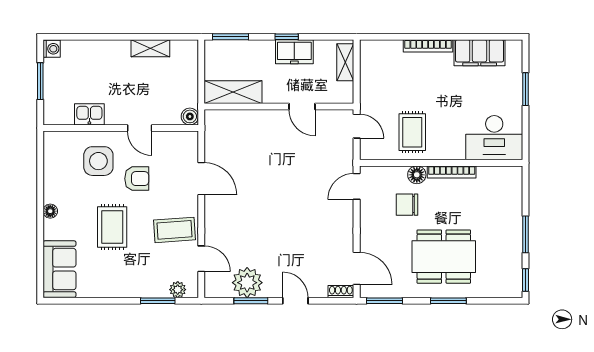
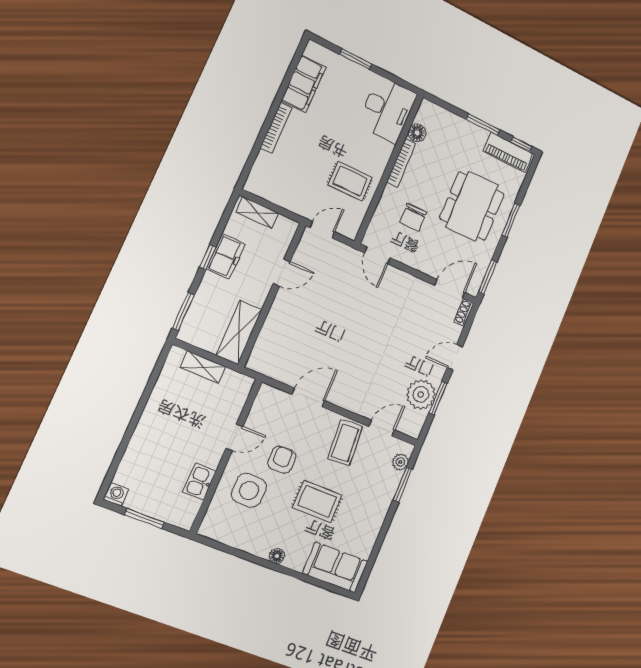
shelving: (150, 48) -> (203, 367), moved, turned 90
boiler: (190, 116) -> (244, 384), removed
floor lamp: (417, 175) -> (417, 133), moved
piano: (511, 270) -> (508, 152), added

